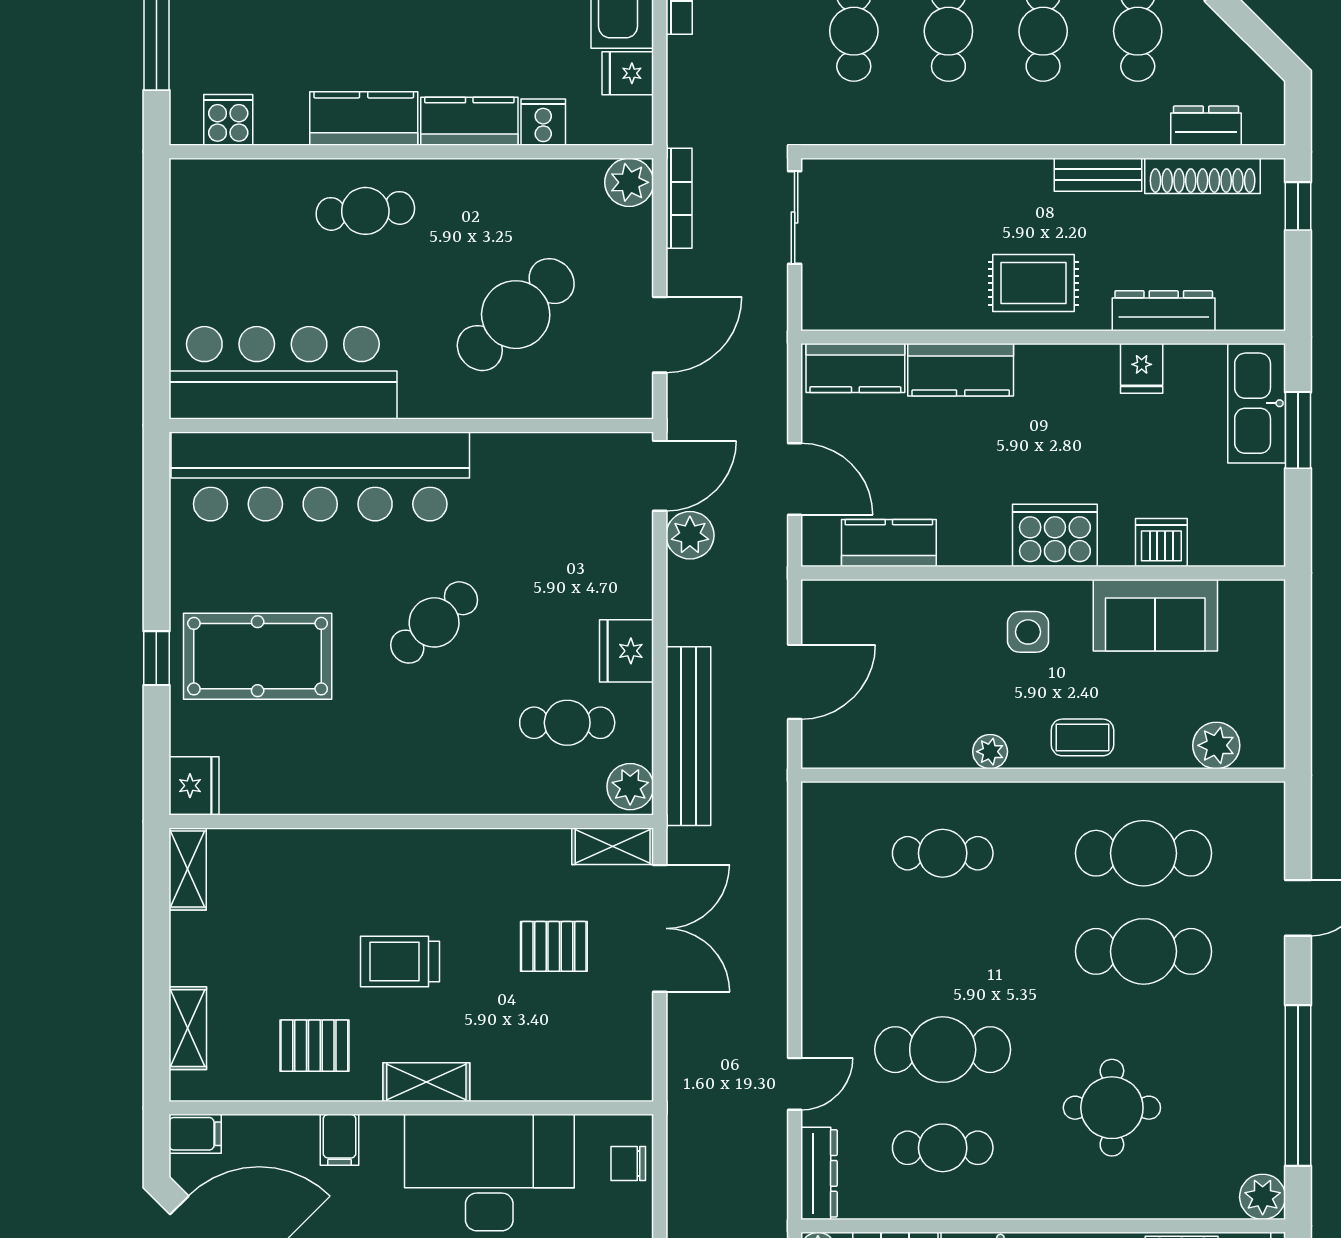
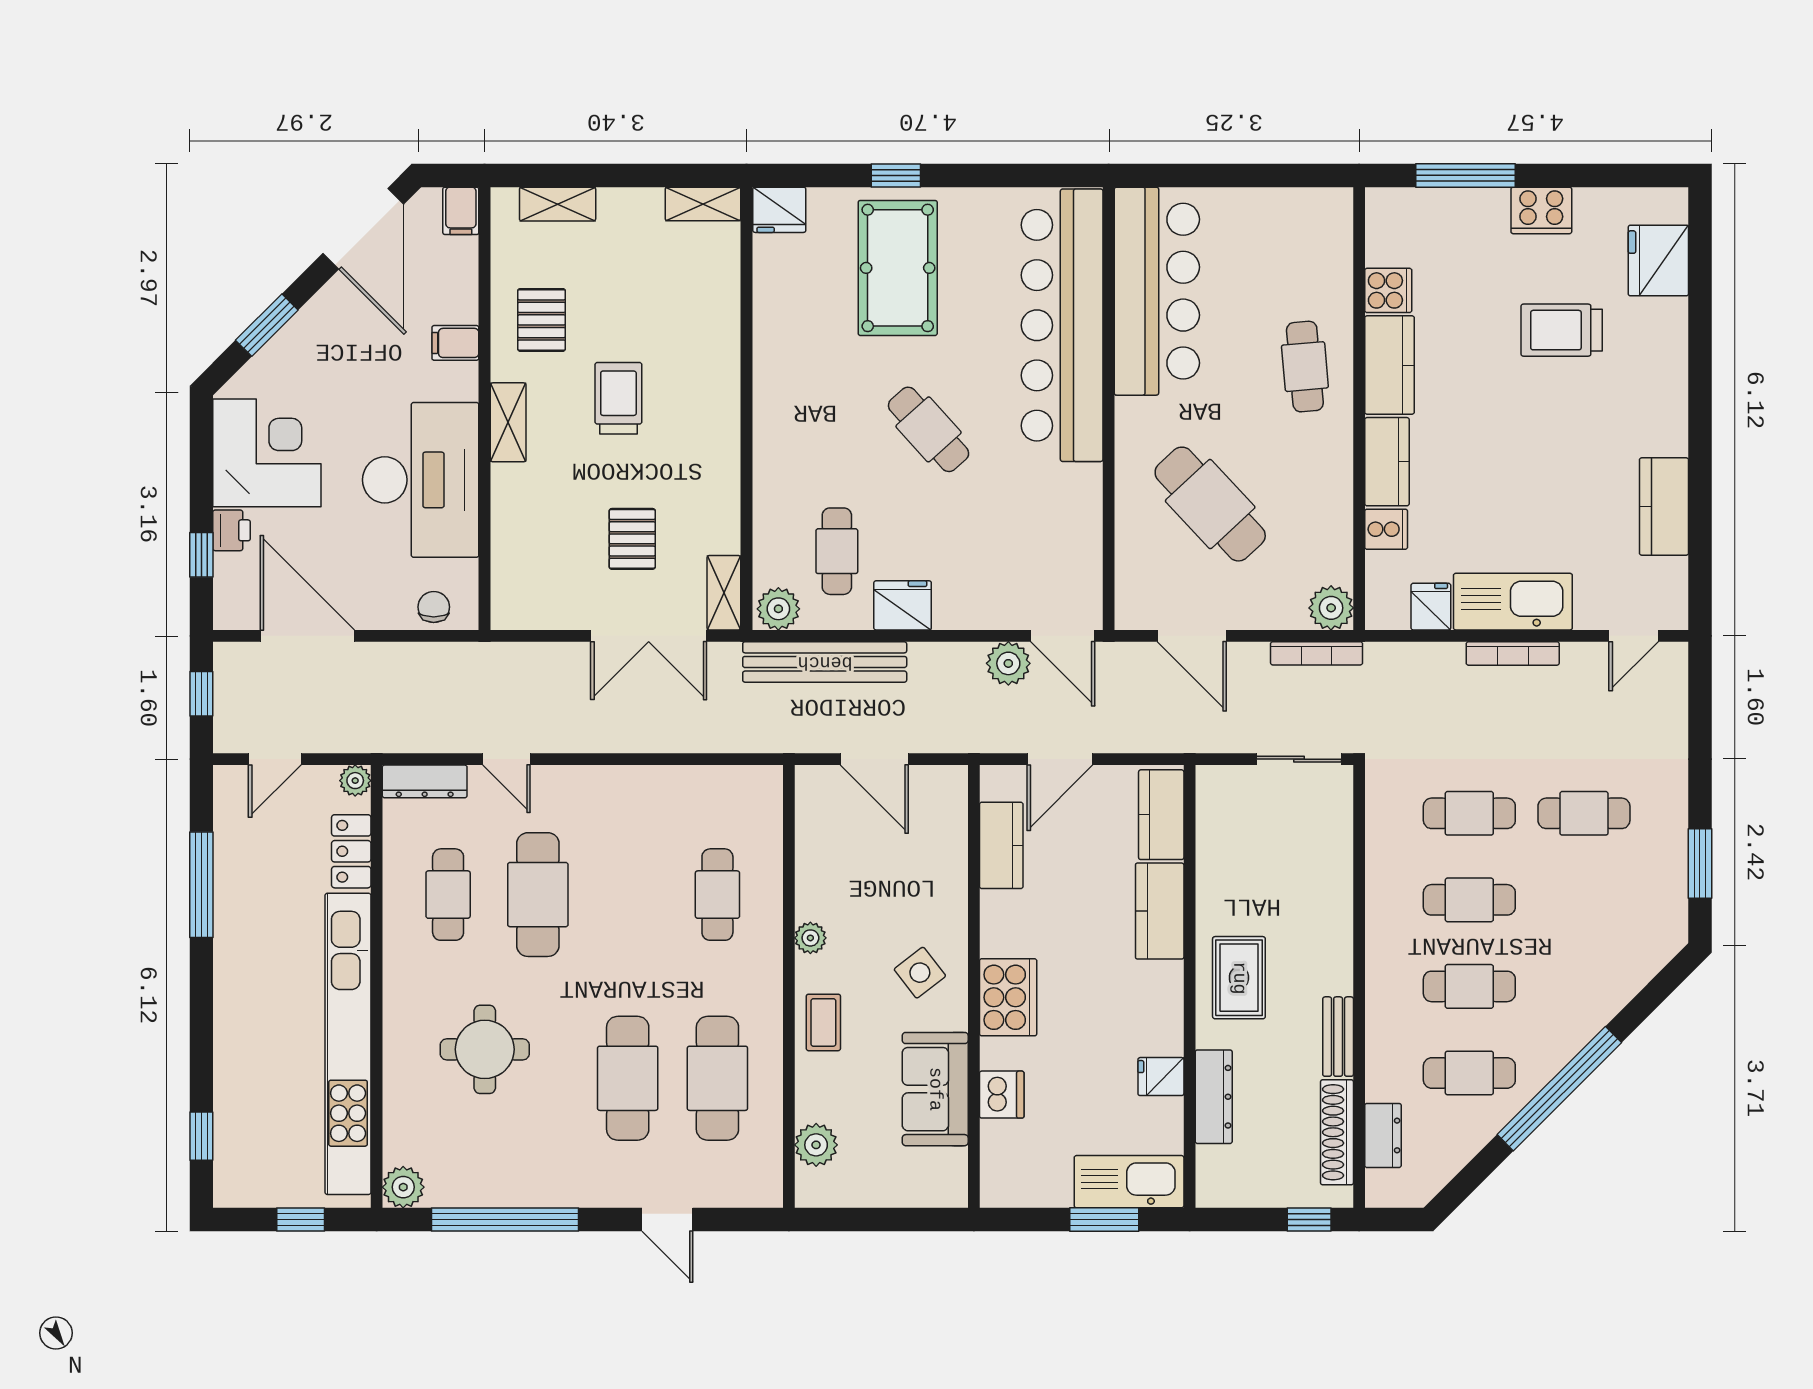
cooker: (228, 120) -> (1388, 290), moved
side table: (1028, 632) -> (920, 973), turned -38

